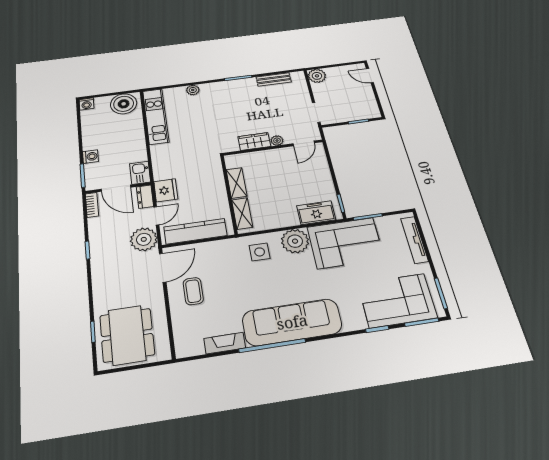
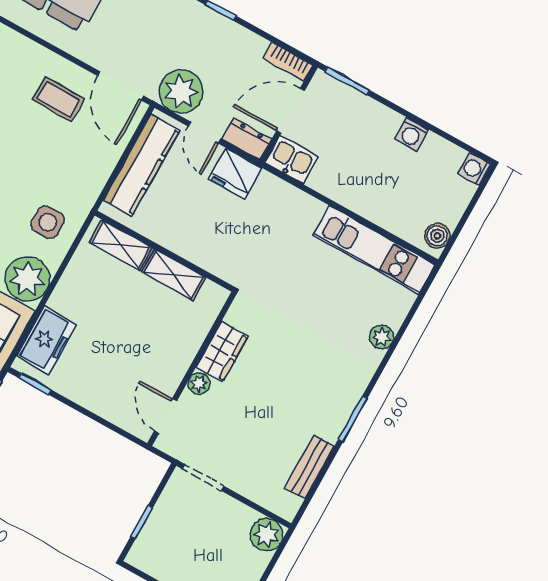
boiler: (124, 104) -> (437, 236), width x0.54, depth x0.54
washing machine: (91, 157) -> (412, 134), moved

